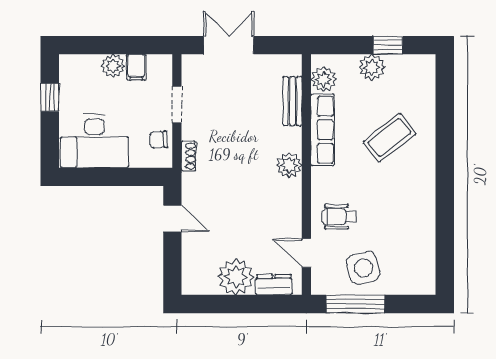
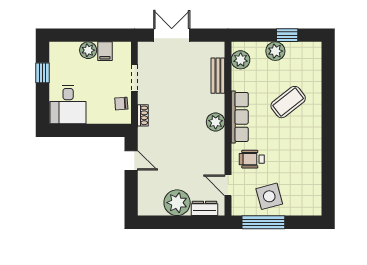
row of seats: (323, 130) -> (240, 117), moved
desk: (94, 141) -> (68, 105), width x0.73

